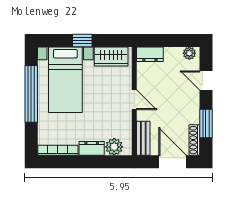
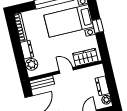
dresser: (150, 54) -> (102, 86), moved
wardrobe: (111, 56) -> (85, 57), moved, turned 90
door: (134, 100) -> (66, 70), swing flipped

